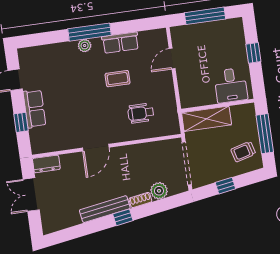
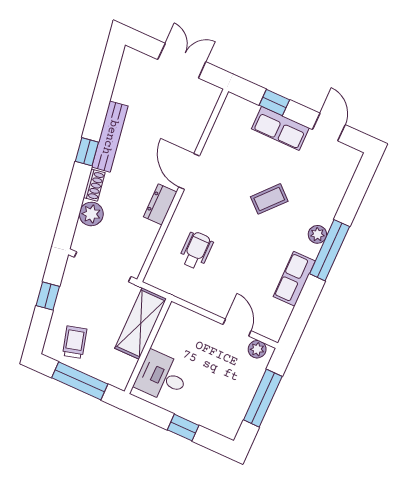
plant: (177, 38) -> (257, 349), added
coffee table: (118, 79) -> (269, 199), moved, turned 42
dresser: (46, 164) -> (160, 204), moved

